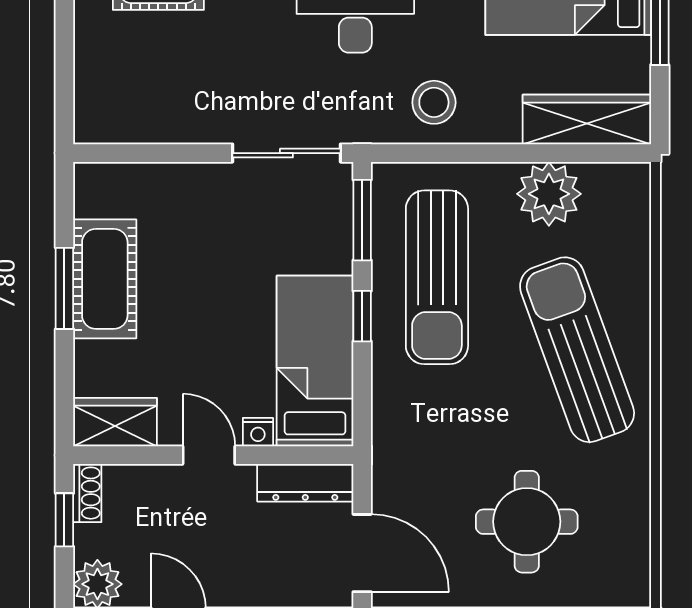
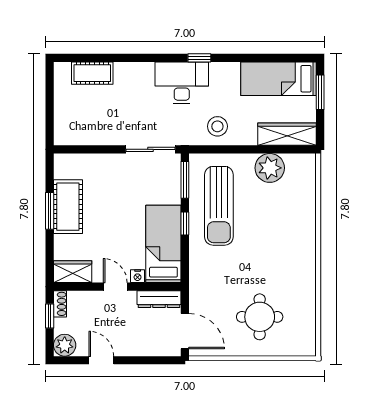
sun lounger: (577, 350) -> (282, 239), removed

